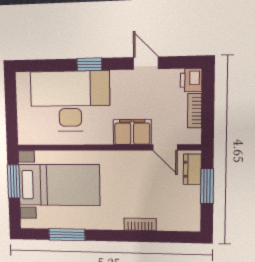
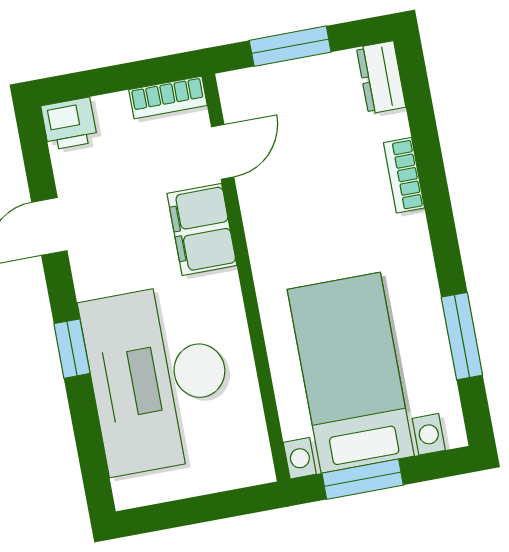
bookcase: (195, 111) -> (168, 98), moved
dresser: (192, 169) -> (381, 77), moved, turned 90

